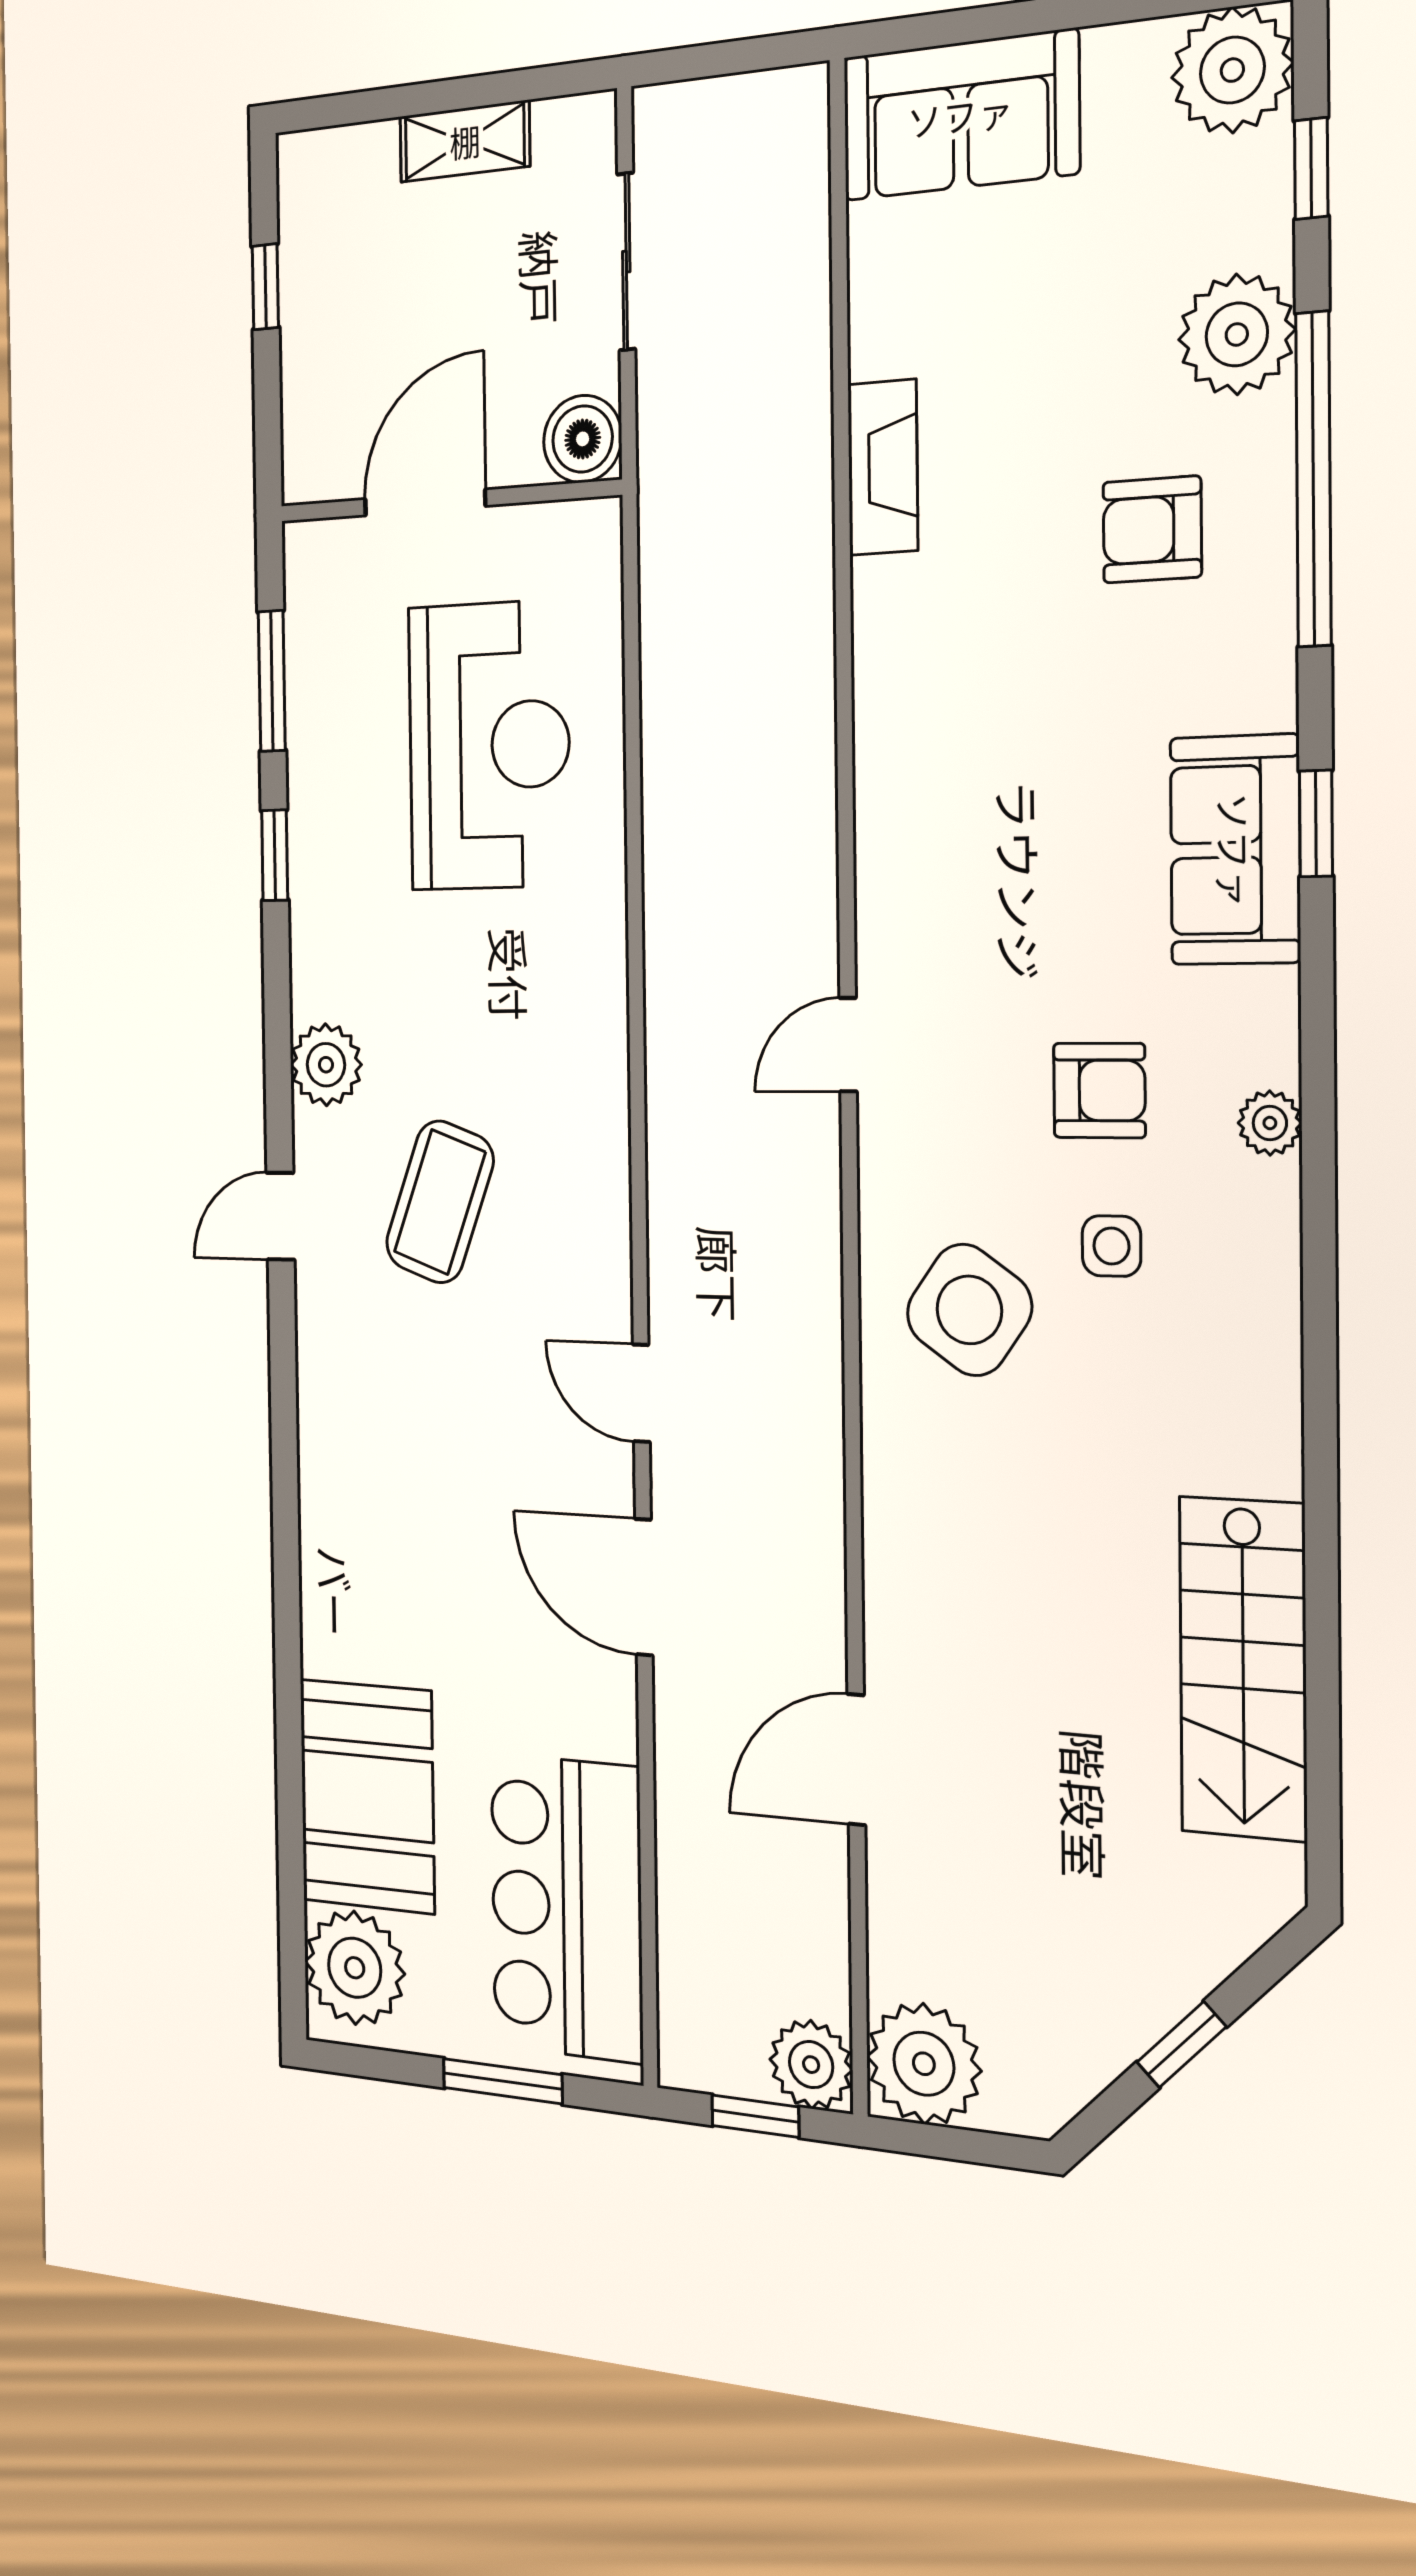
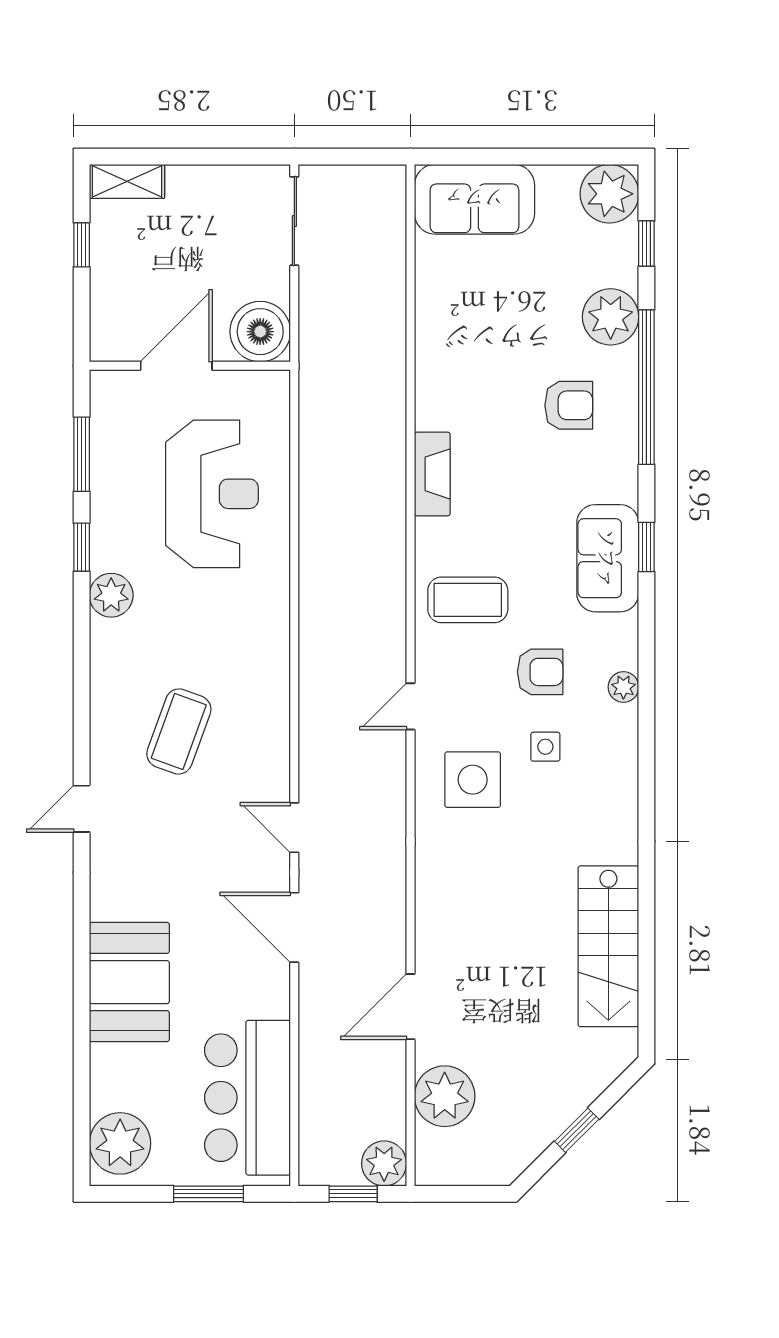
shelving: (465, 141) -> (127, 181), moved
sliding door: (626, 262) -> (294, 221), moved
boiler: (583, 439) -> (260, 332), width x1.37, depth x1.37
fireplace: (883, 467) -> (432, 474), moved
armchair: (1152, 530) -> (569, 405), turned 180
coffee table: (956, 943) -> (468, 600), added
door: (848, 1045) -> (410, 706), moved
plant: (326, 1065) -> (111, 595), moved
door: (281, 1216) -> (82, 809), moved
side table: (969, 1310) -> (473, 780), turned -35
booth: (367, 1796) -> (129, 982), moved
plant: (924, 2064) -> (445, 1096), moved

